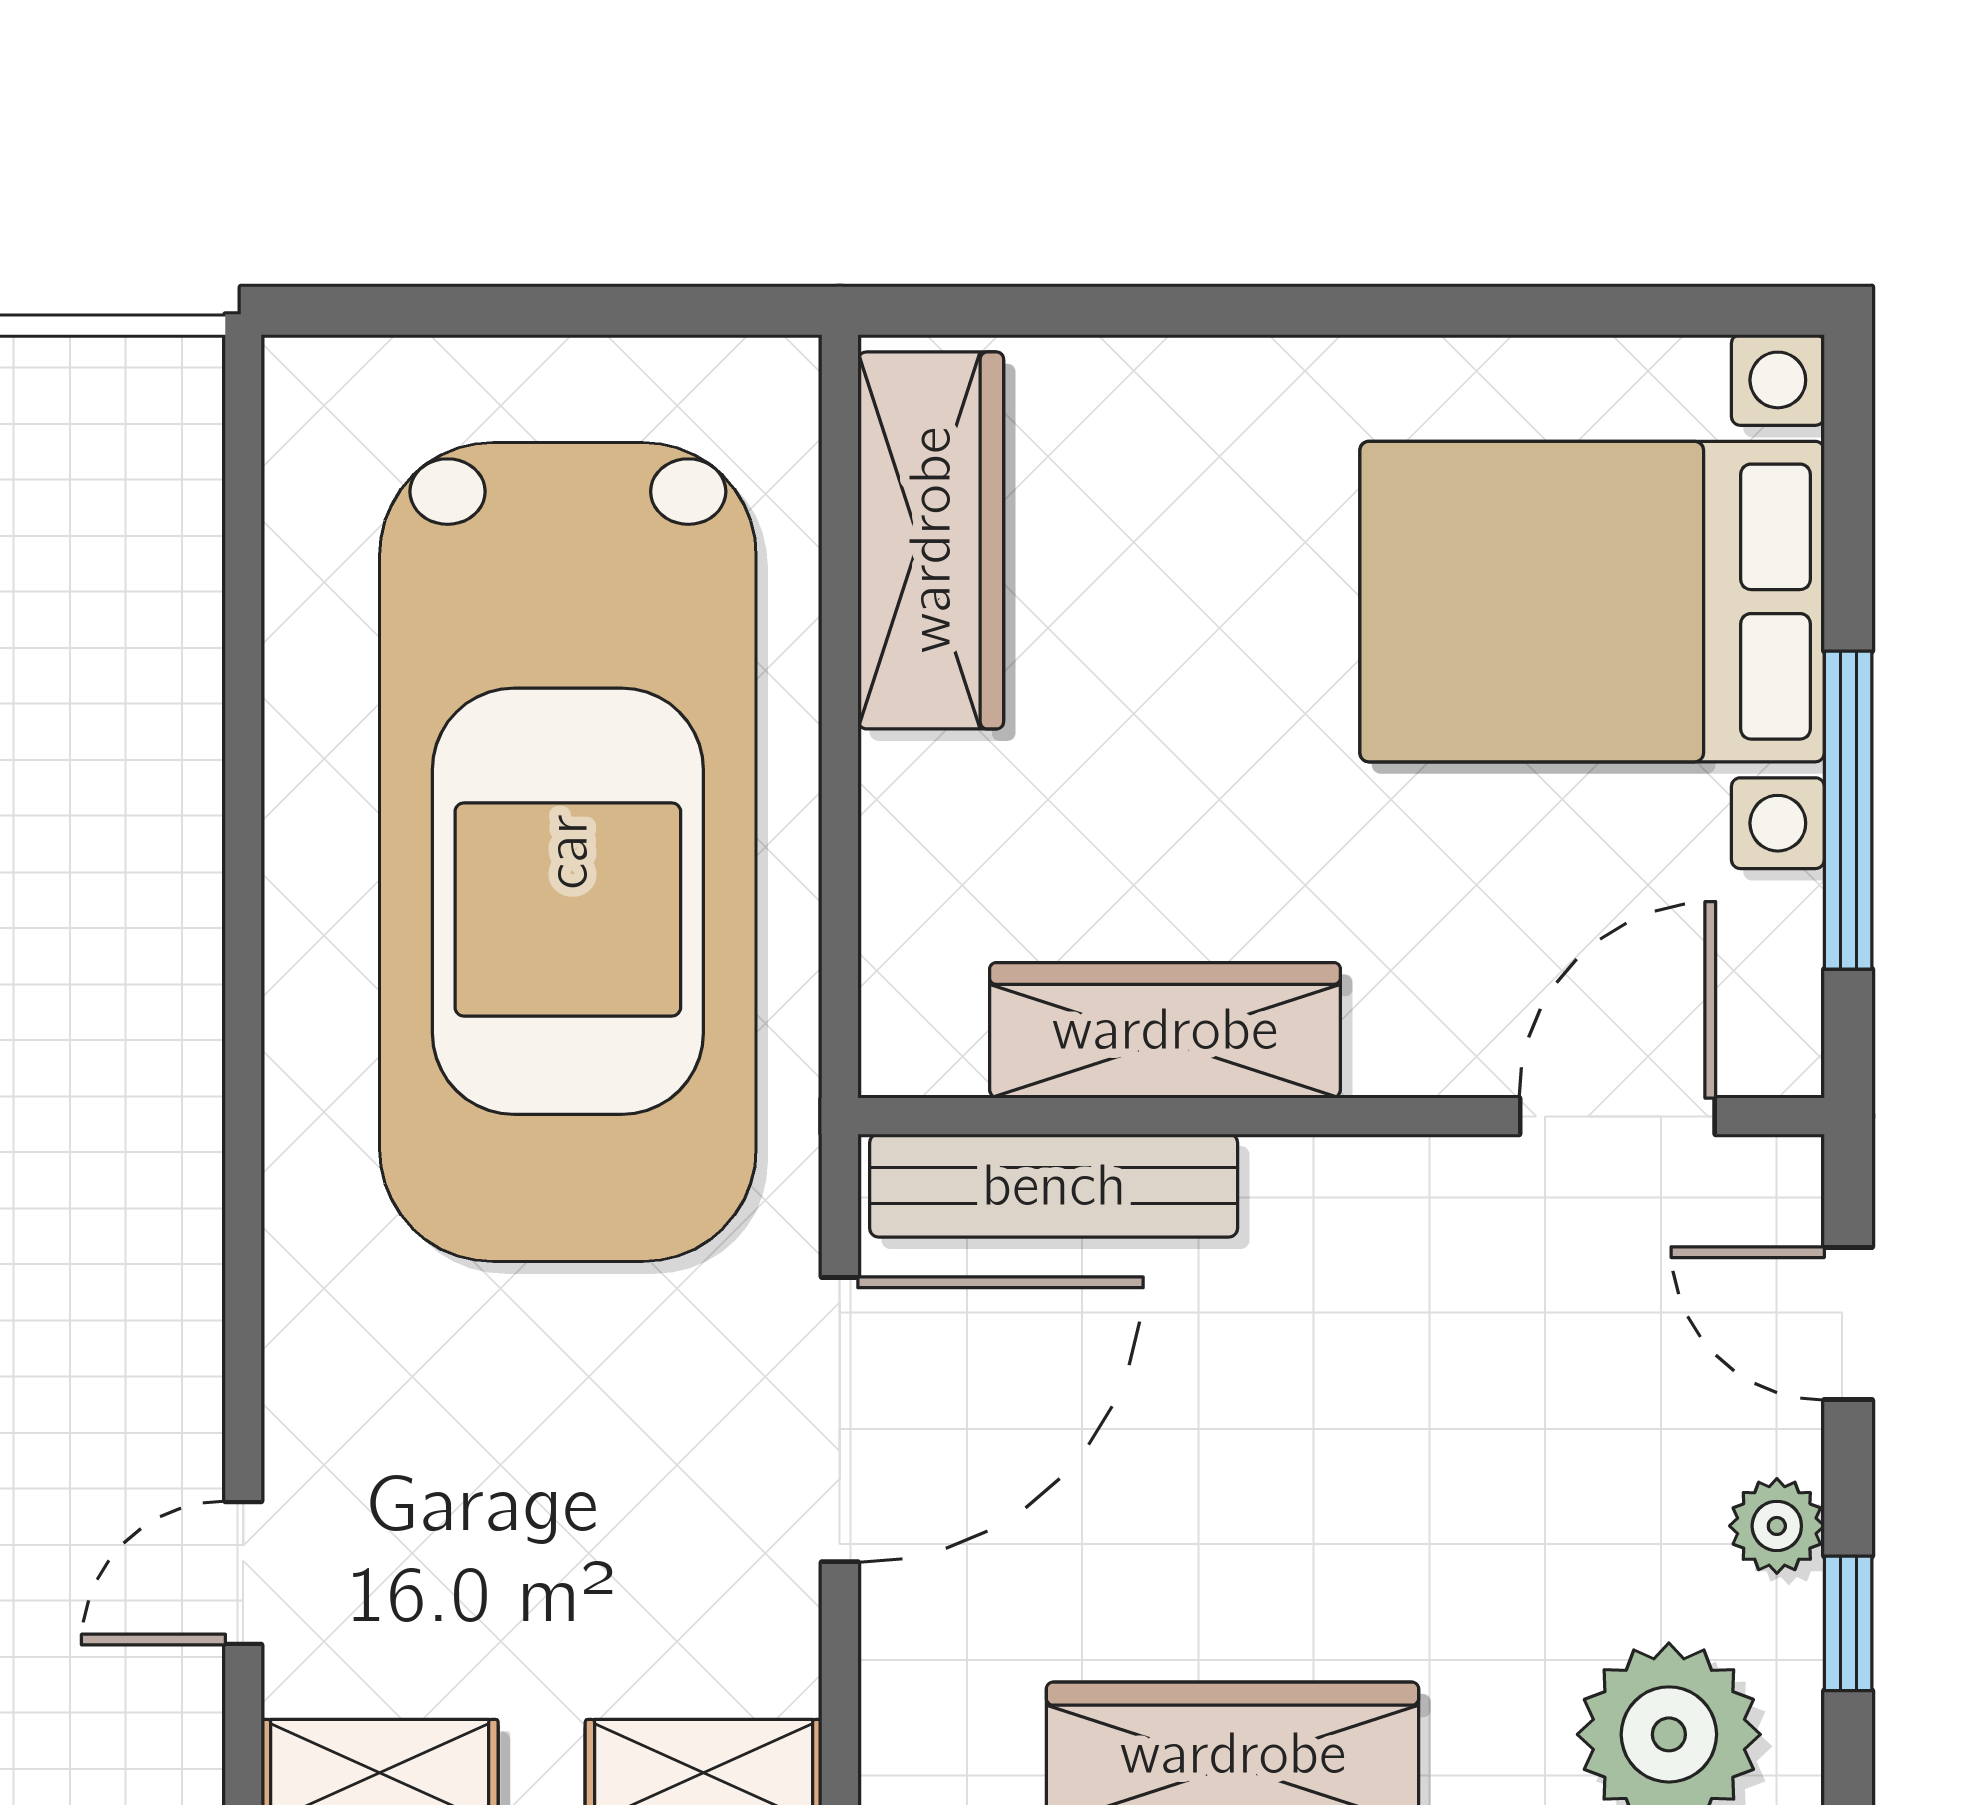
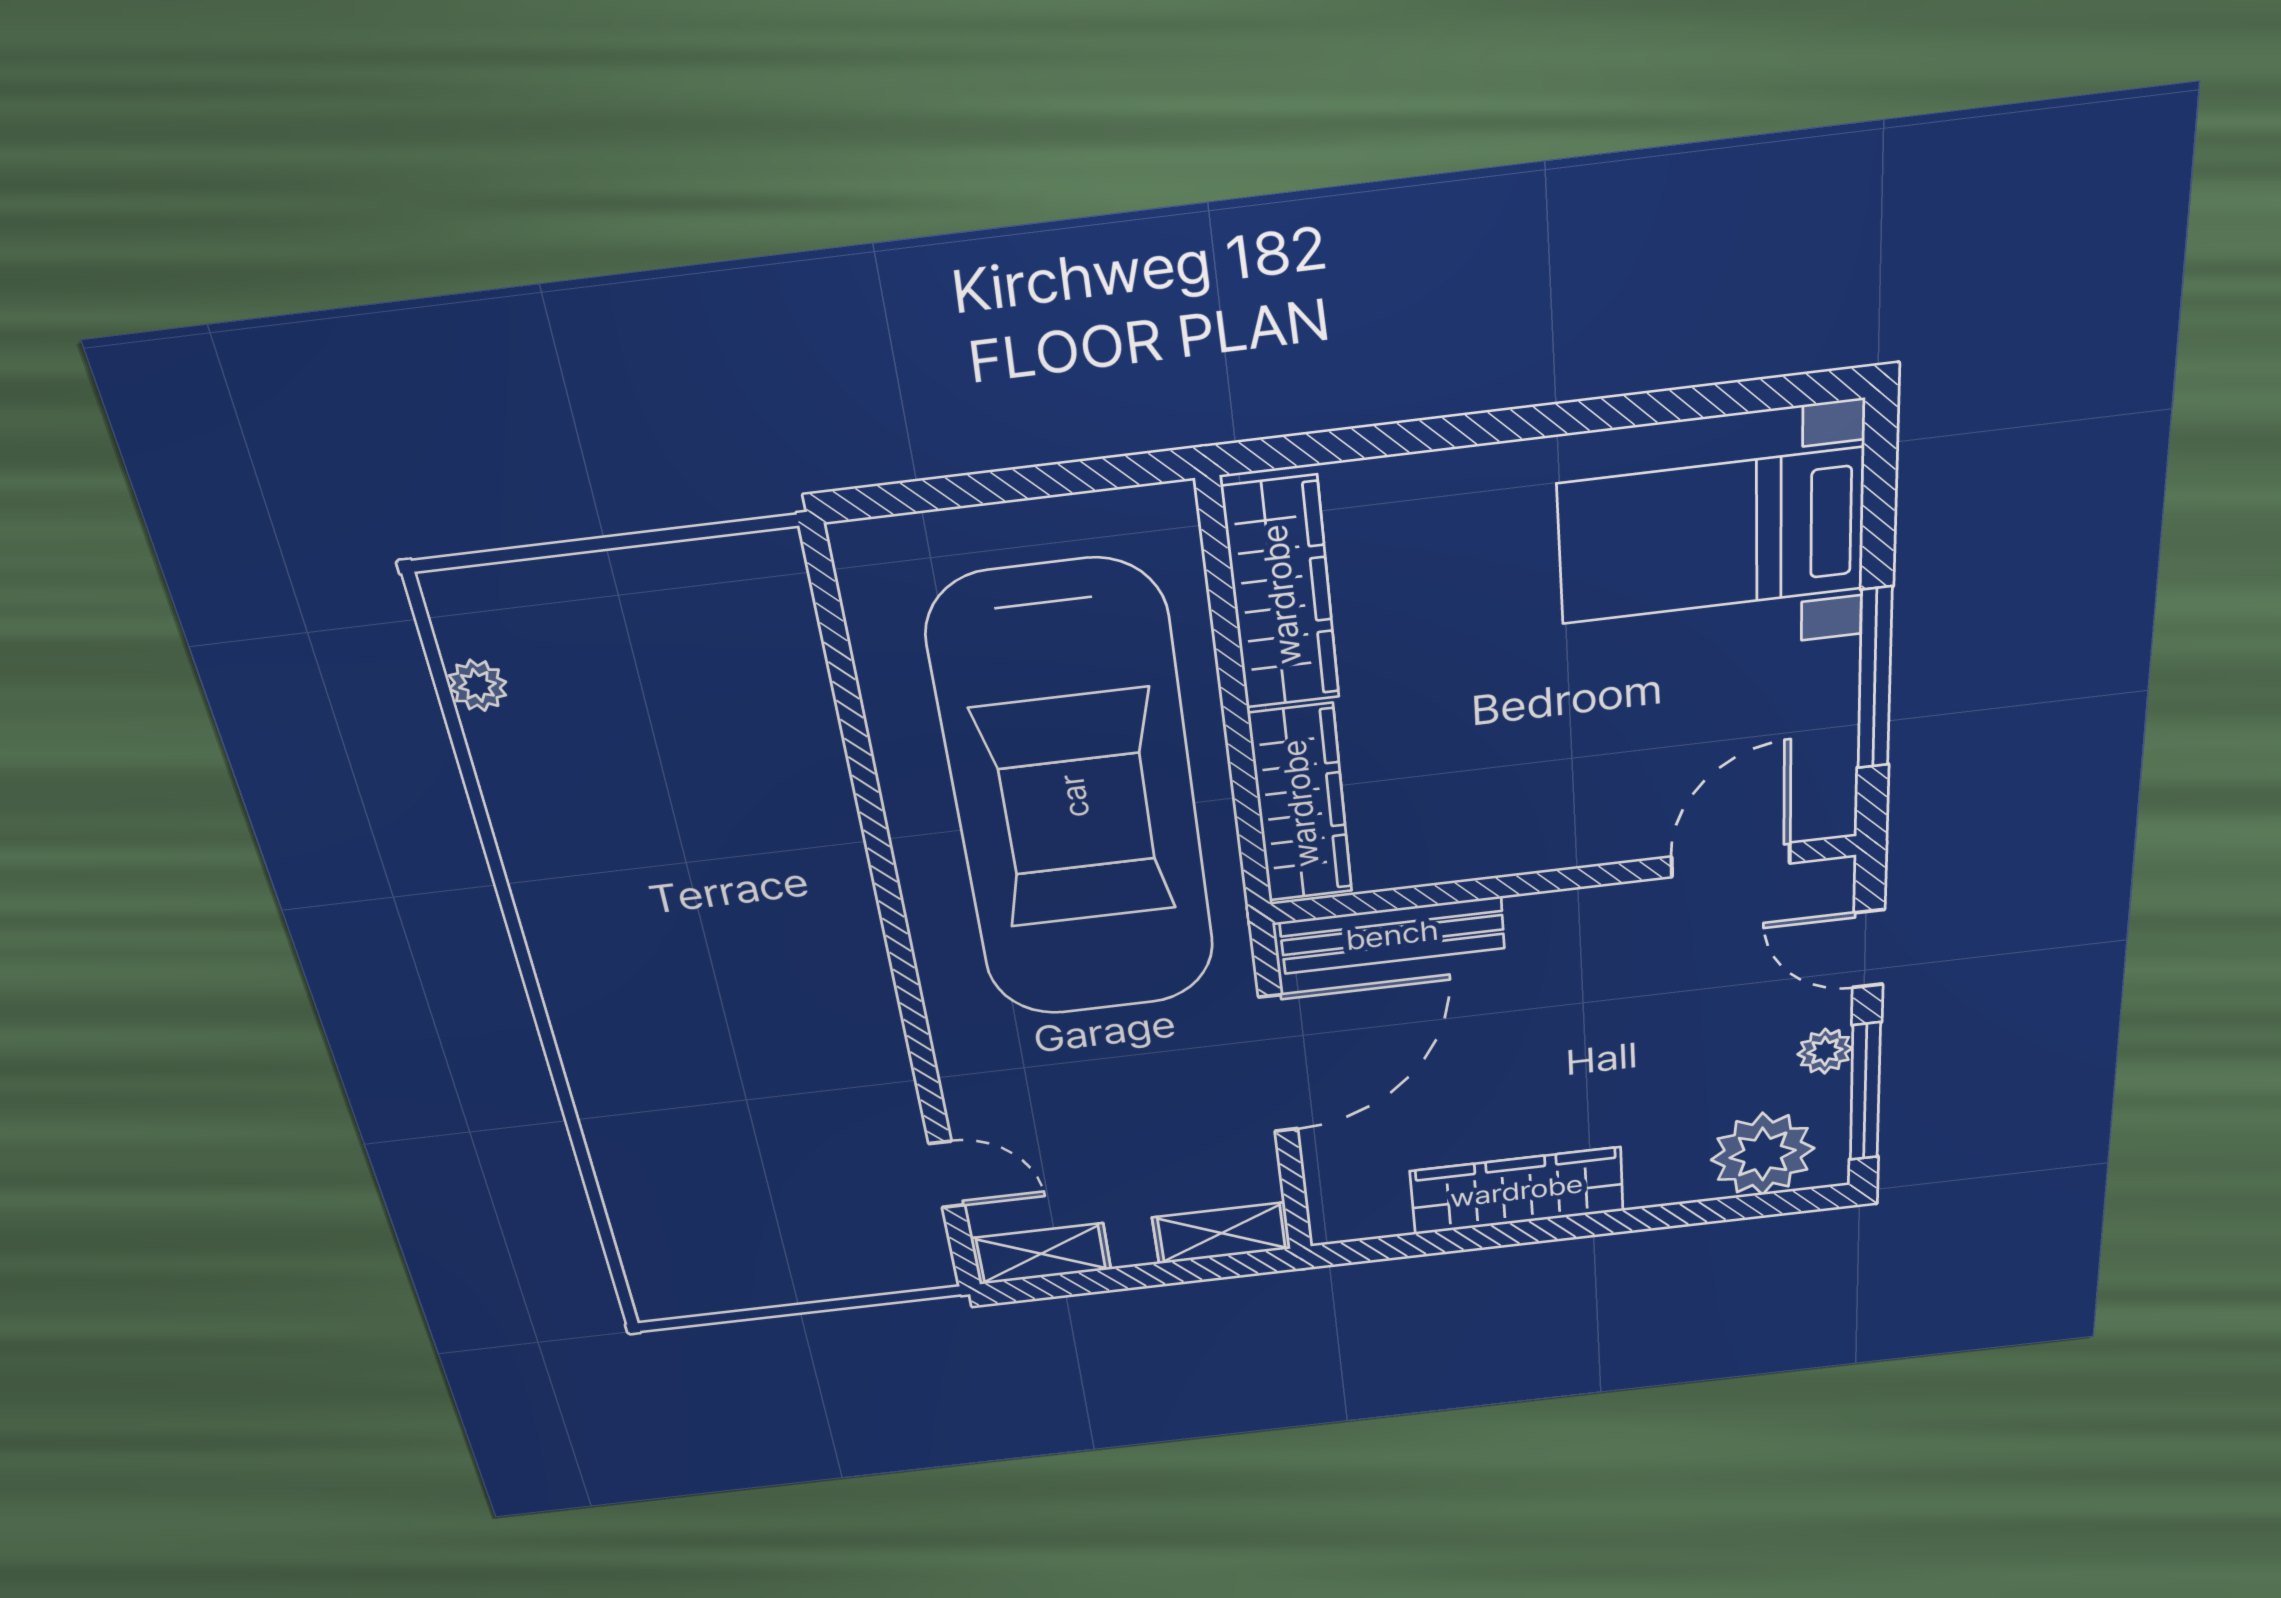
bed with nightstands: (1592, 602) -> (1711, 536), width x0.73
wardrobe: (1165, 1030) -> (1300, 803), moved, turned 90
door: (243, 1573) -> (947, 1174), swing flipped
window: (1848, 1623) -> (1865, 1092), width x2.17

